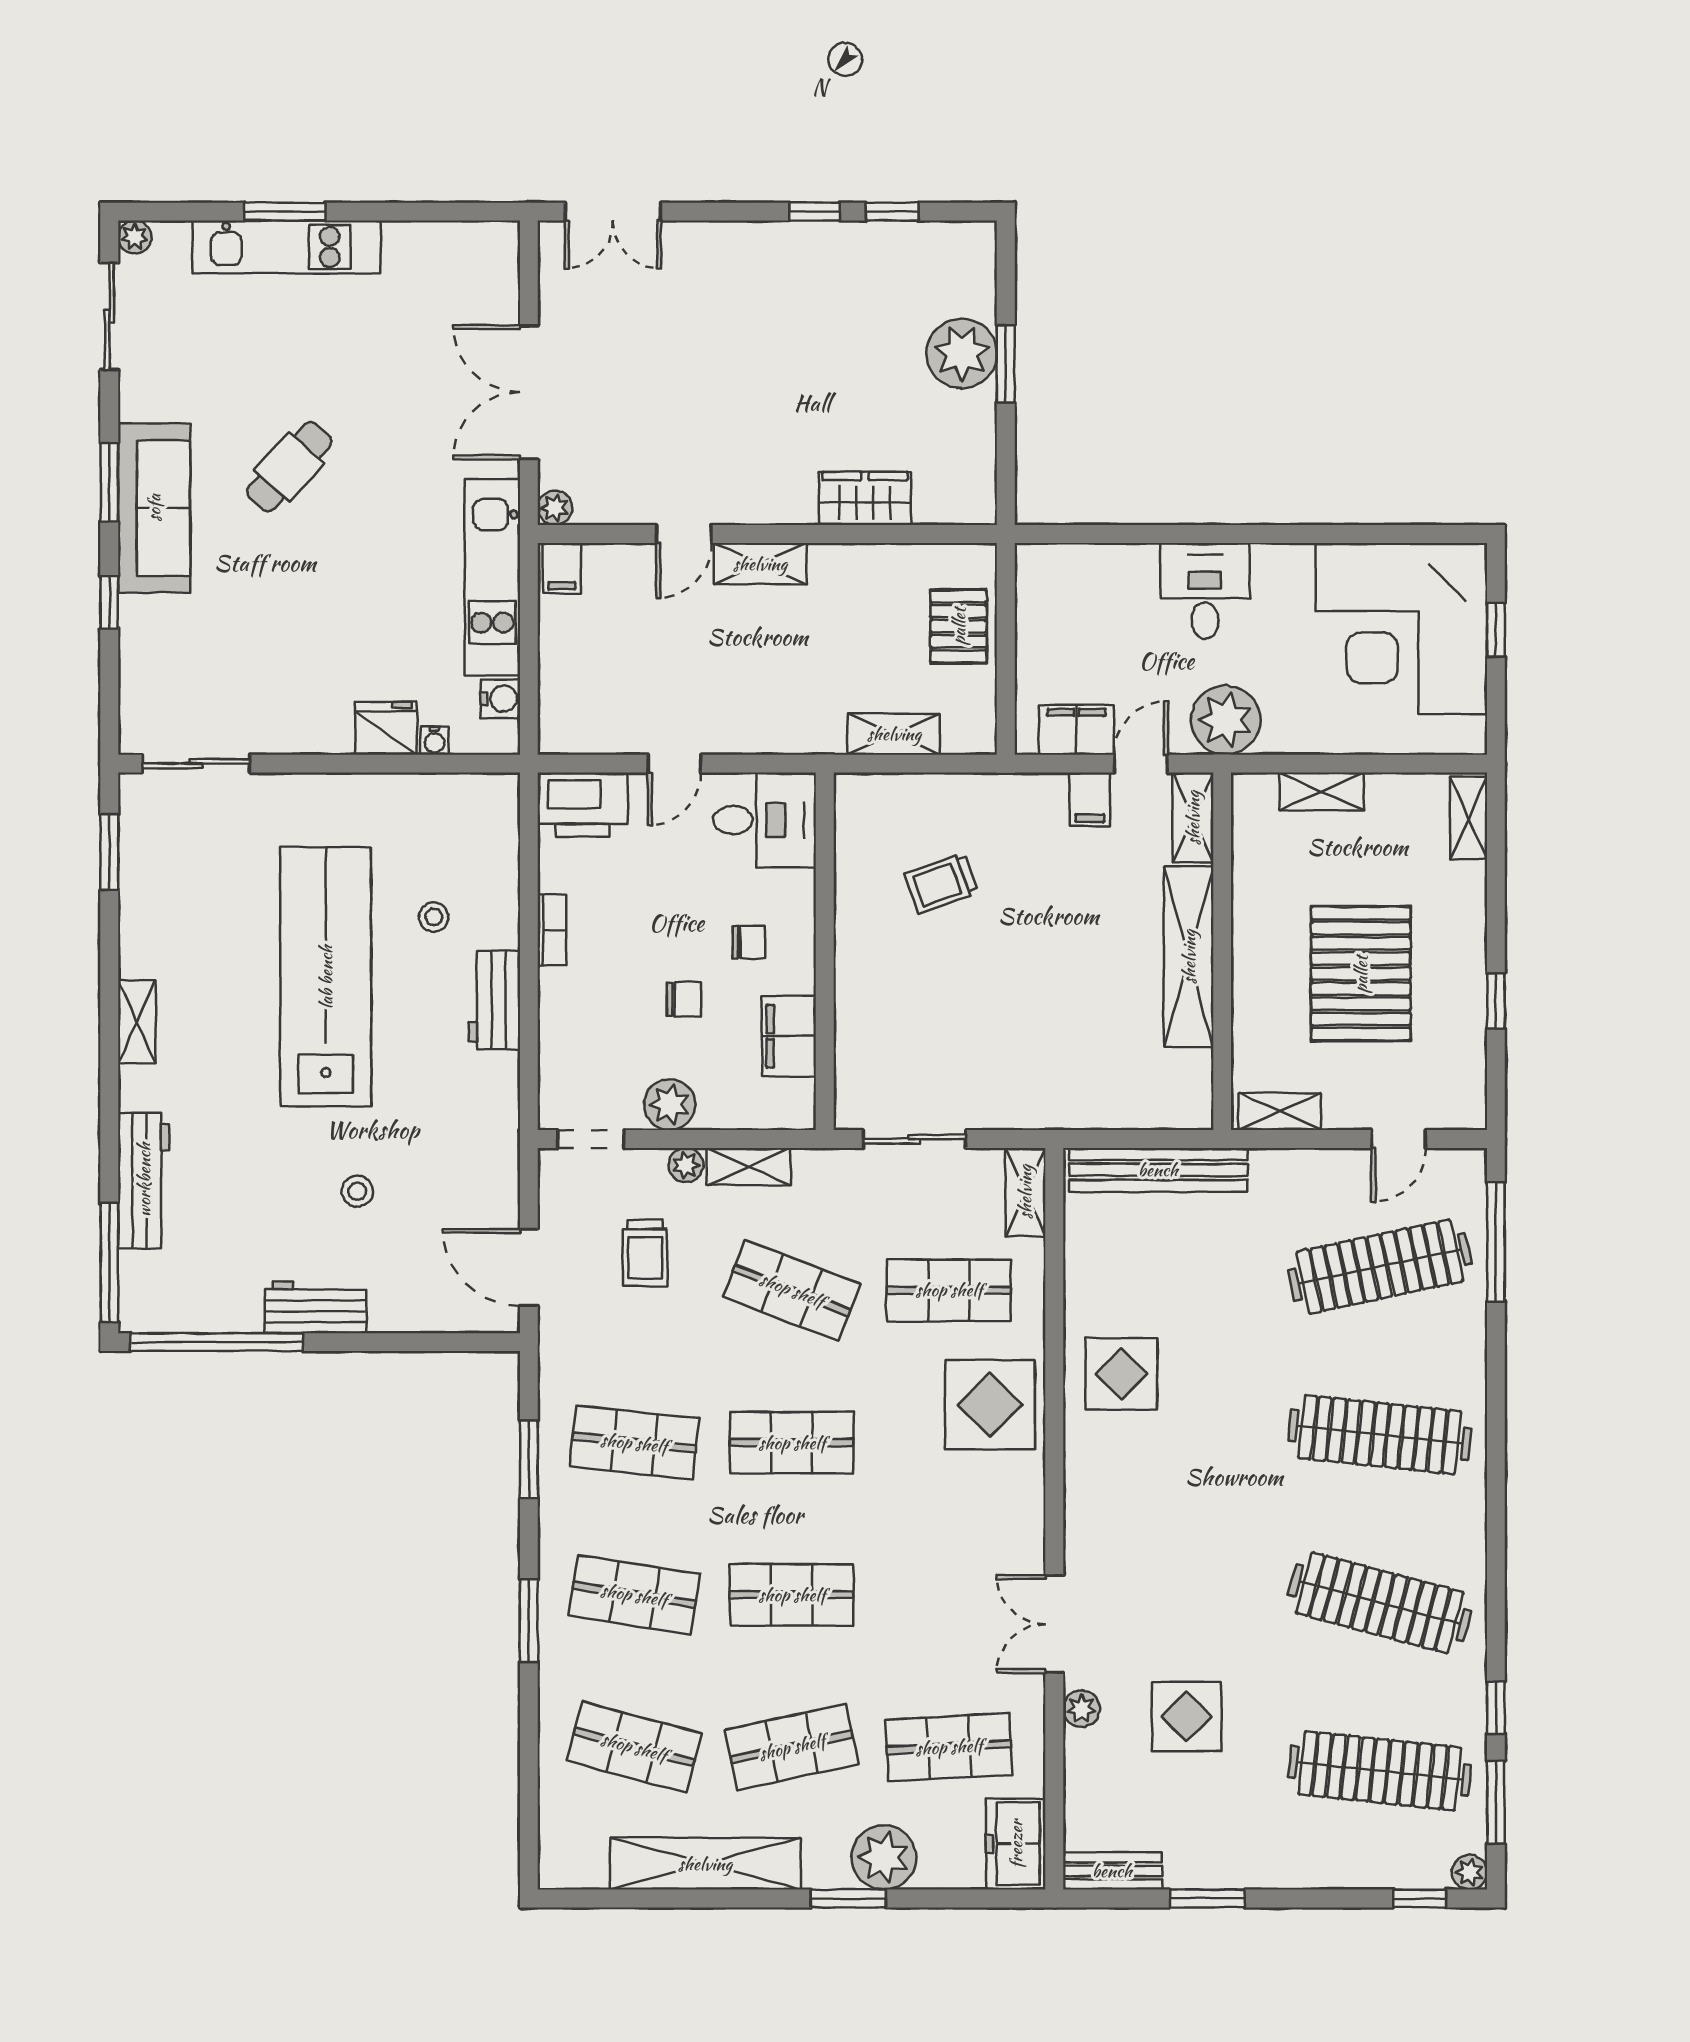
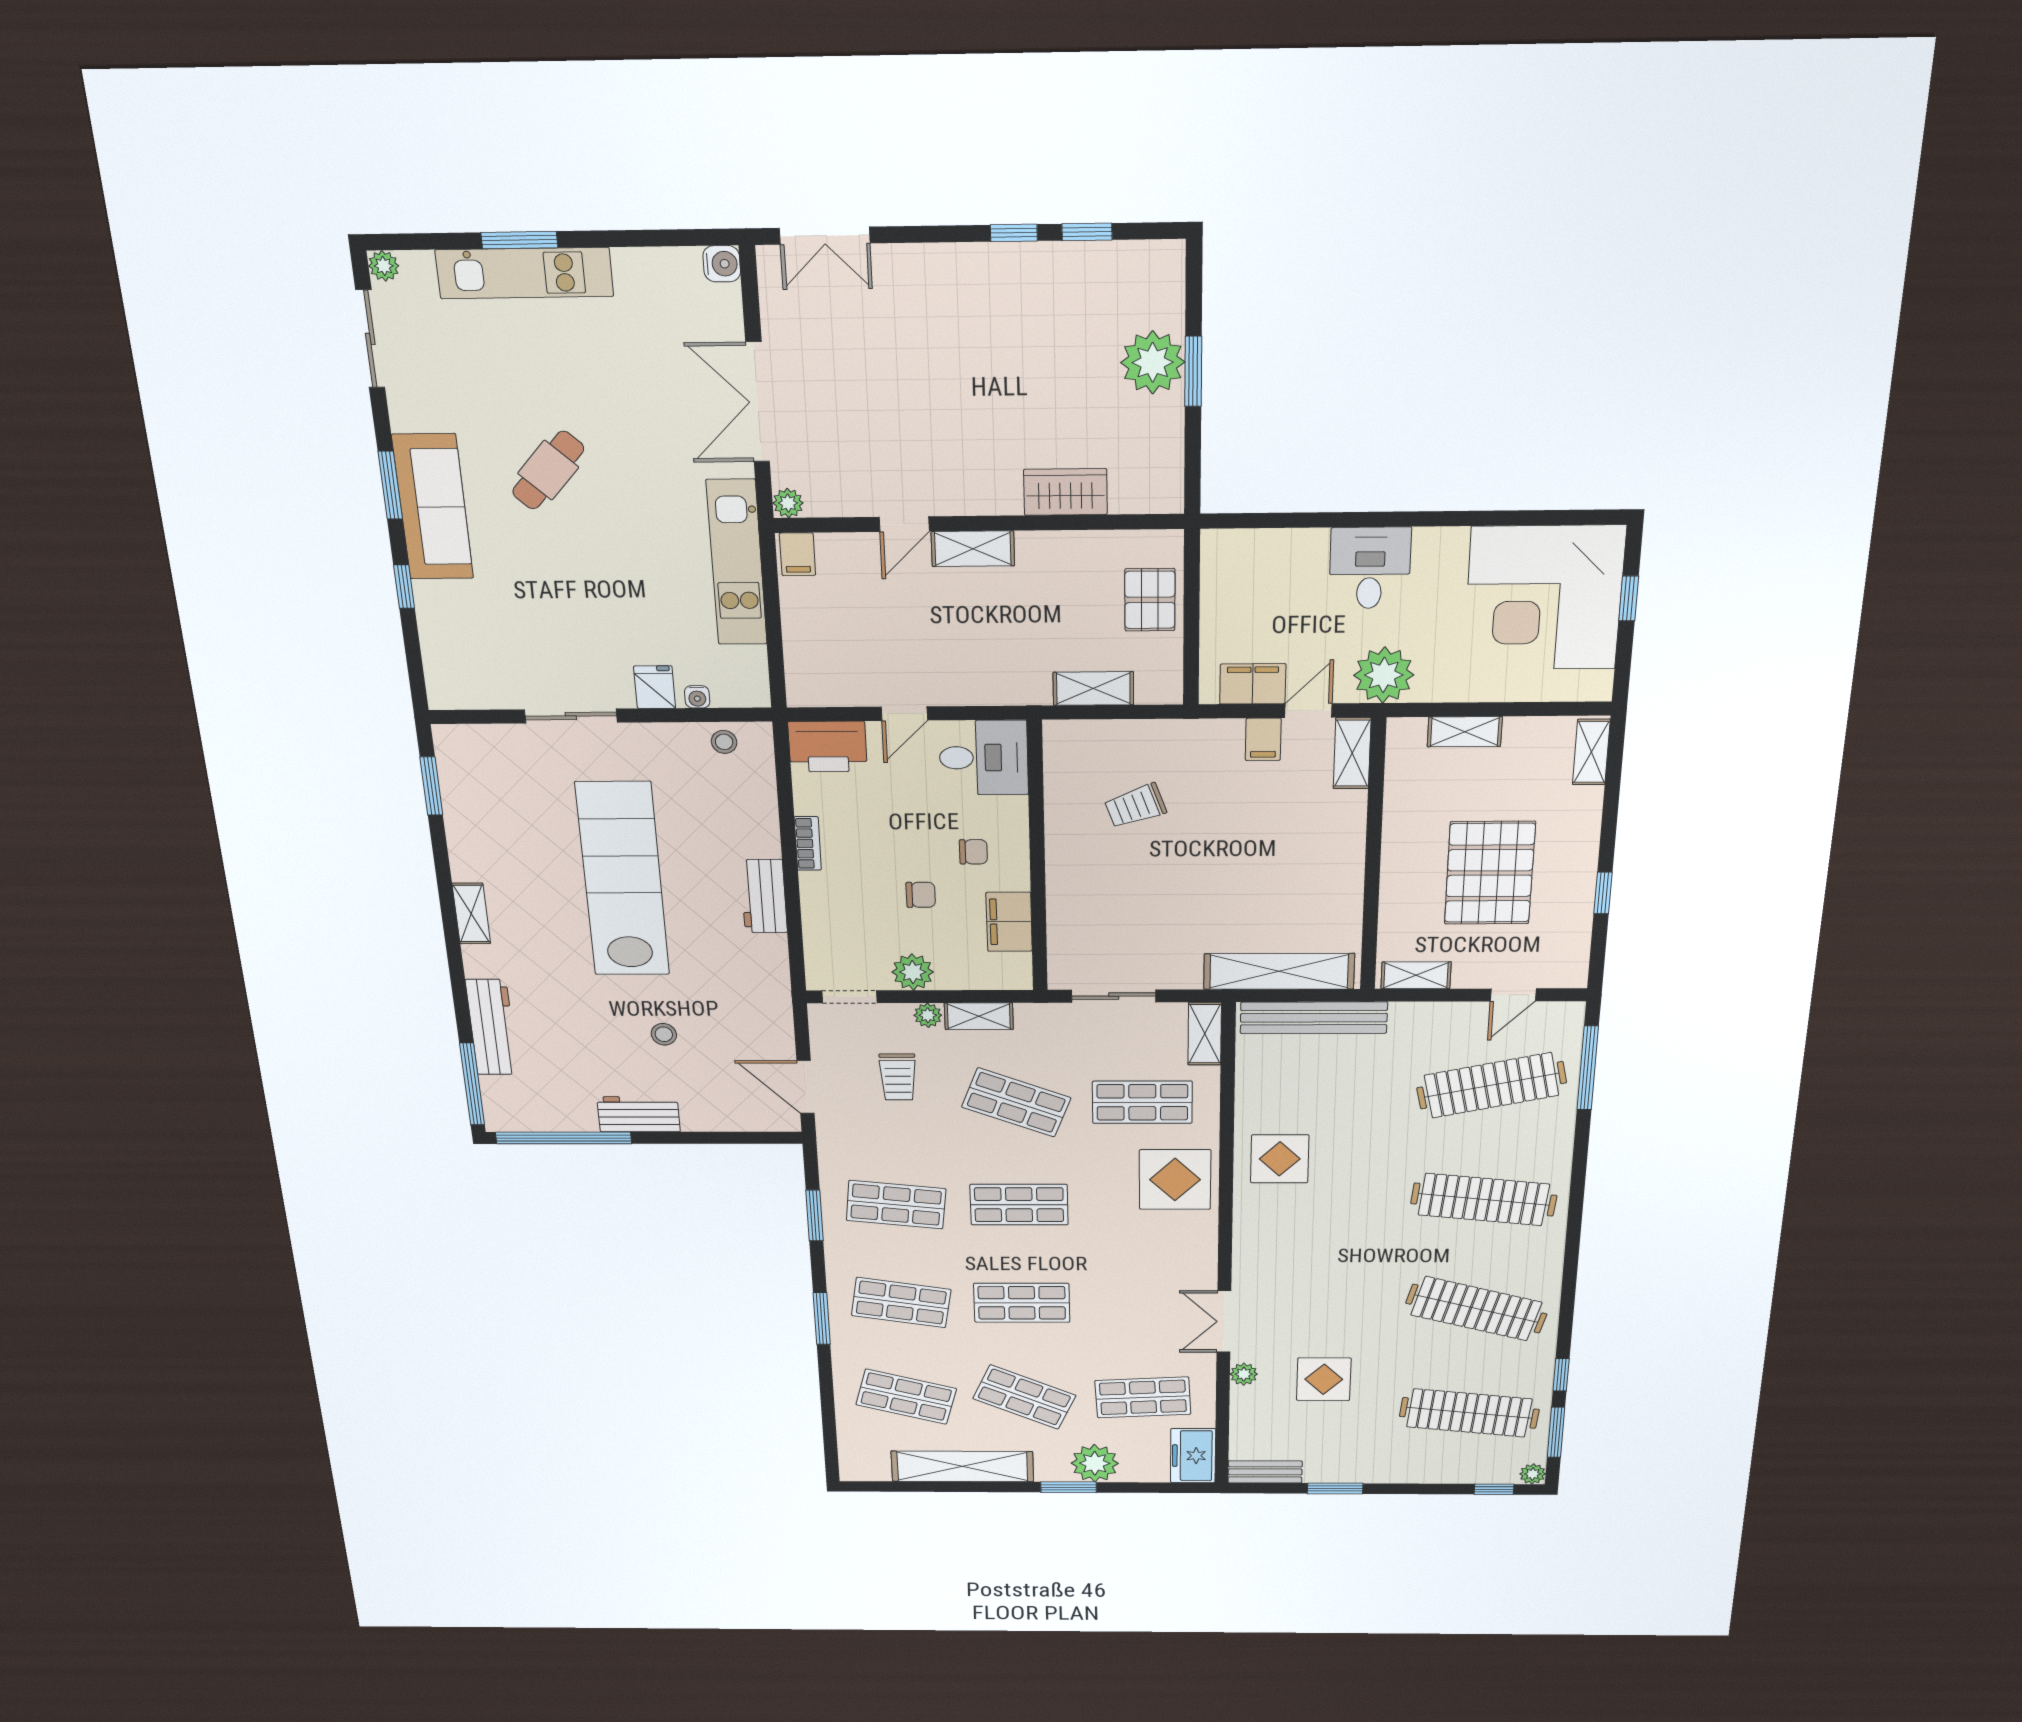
water cooler: (501, 699) -> (722, 264), moved
fridge: (386, 728) -> (655, 687), width x0.72
sliding door: (196, 764) -> (571, 716), moved
stool: (434, 917) -> (724, 742), moved
shelving: (1189, 957) -> (1279, 971), moved, turned 90
shop shelf: (792, 1747) -> (1024, 1397), turned 36

